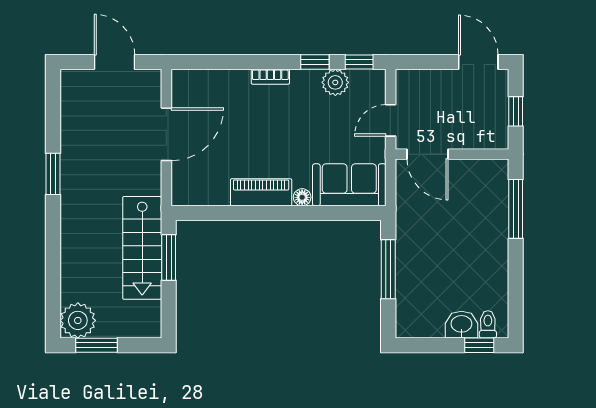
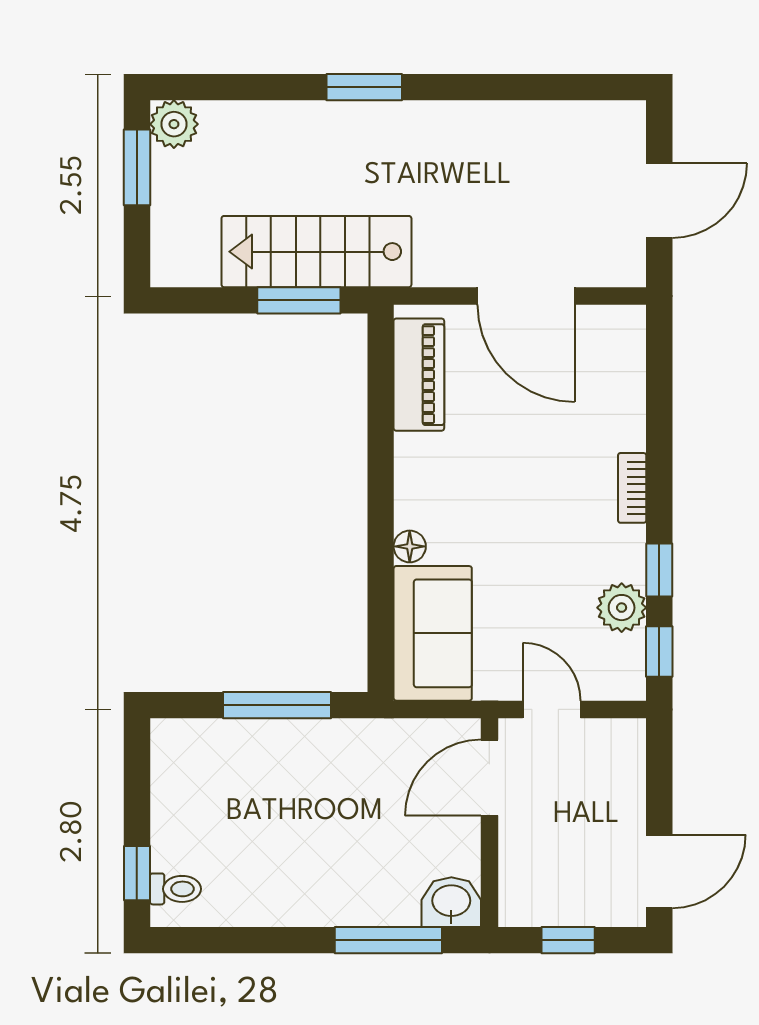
window: (53, 174) -> (364, 87), moved
piano: (261, 192) -> (419, 375), moved
plant: (78, 320) -> (174, 124), width x0.73, depth x0.73
washbasin: (461, 325) -> (451, 902), moved, turned -90

